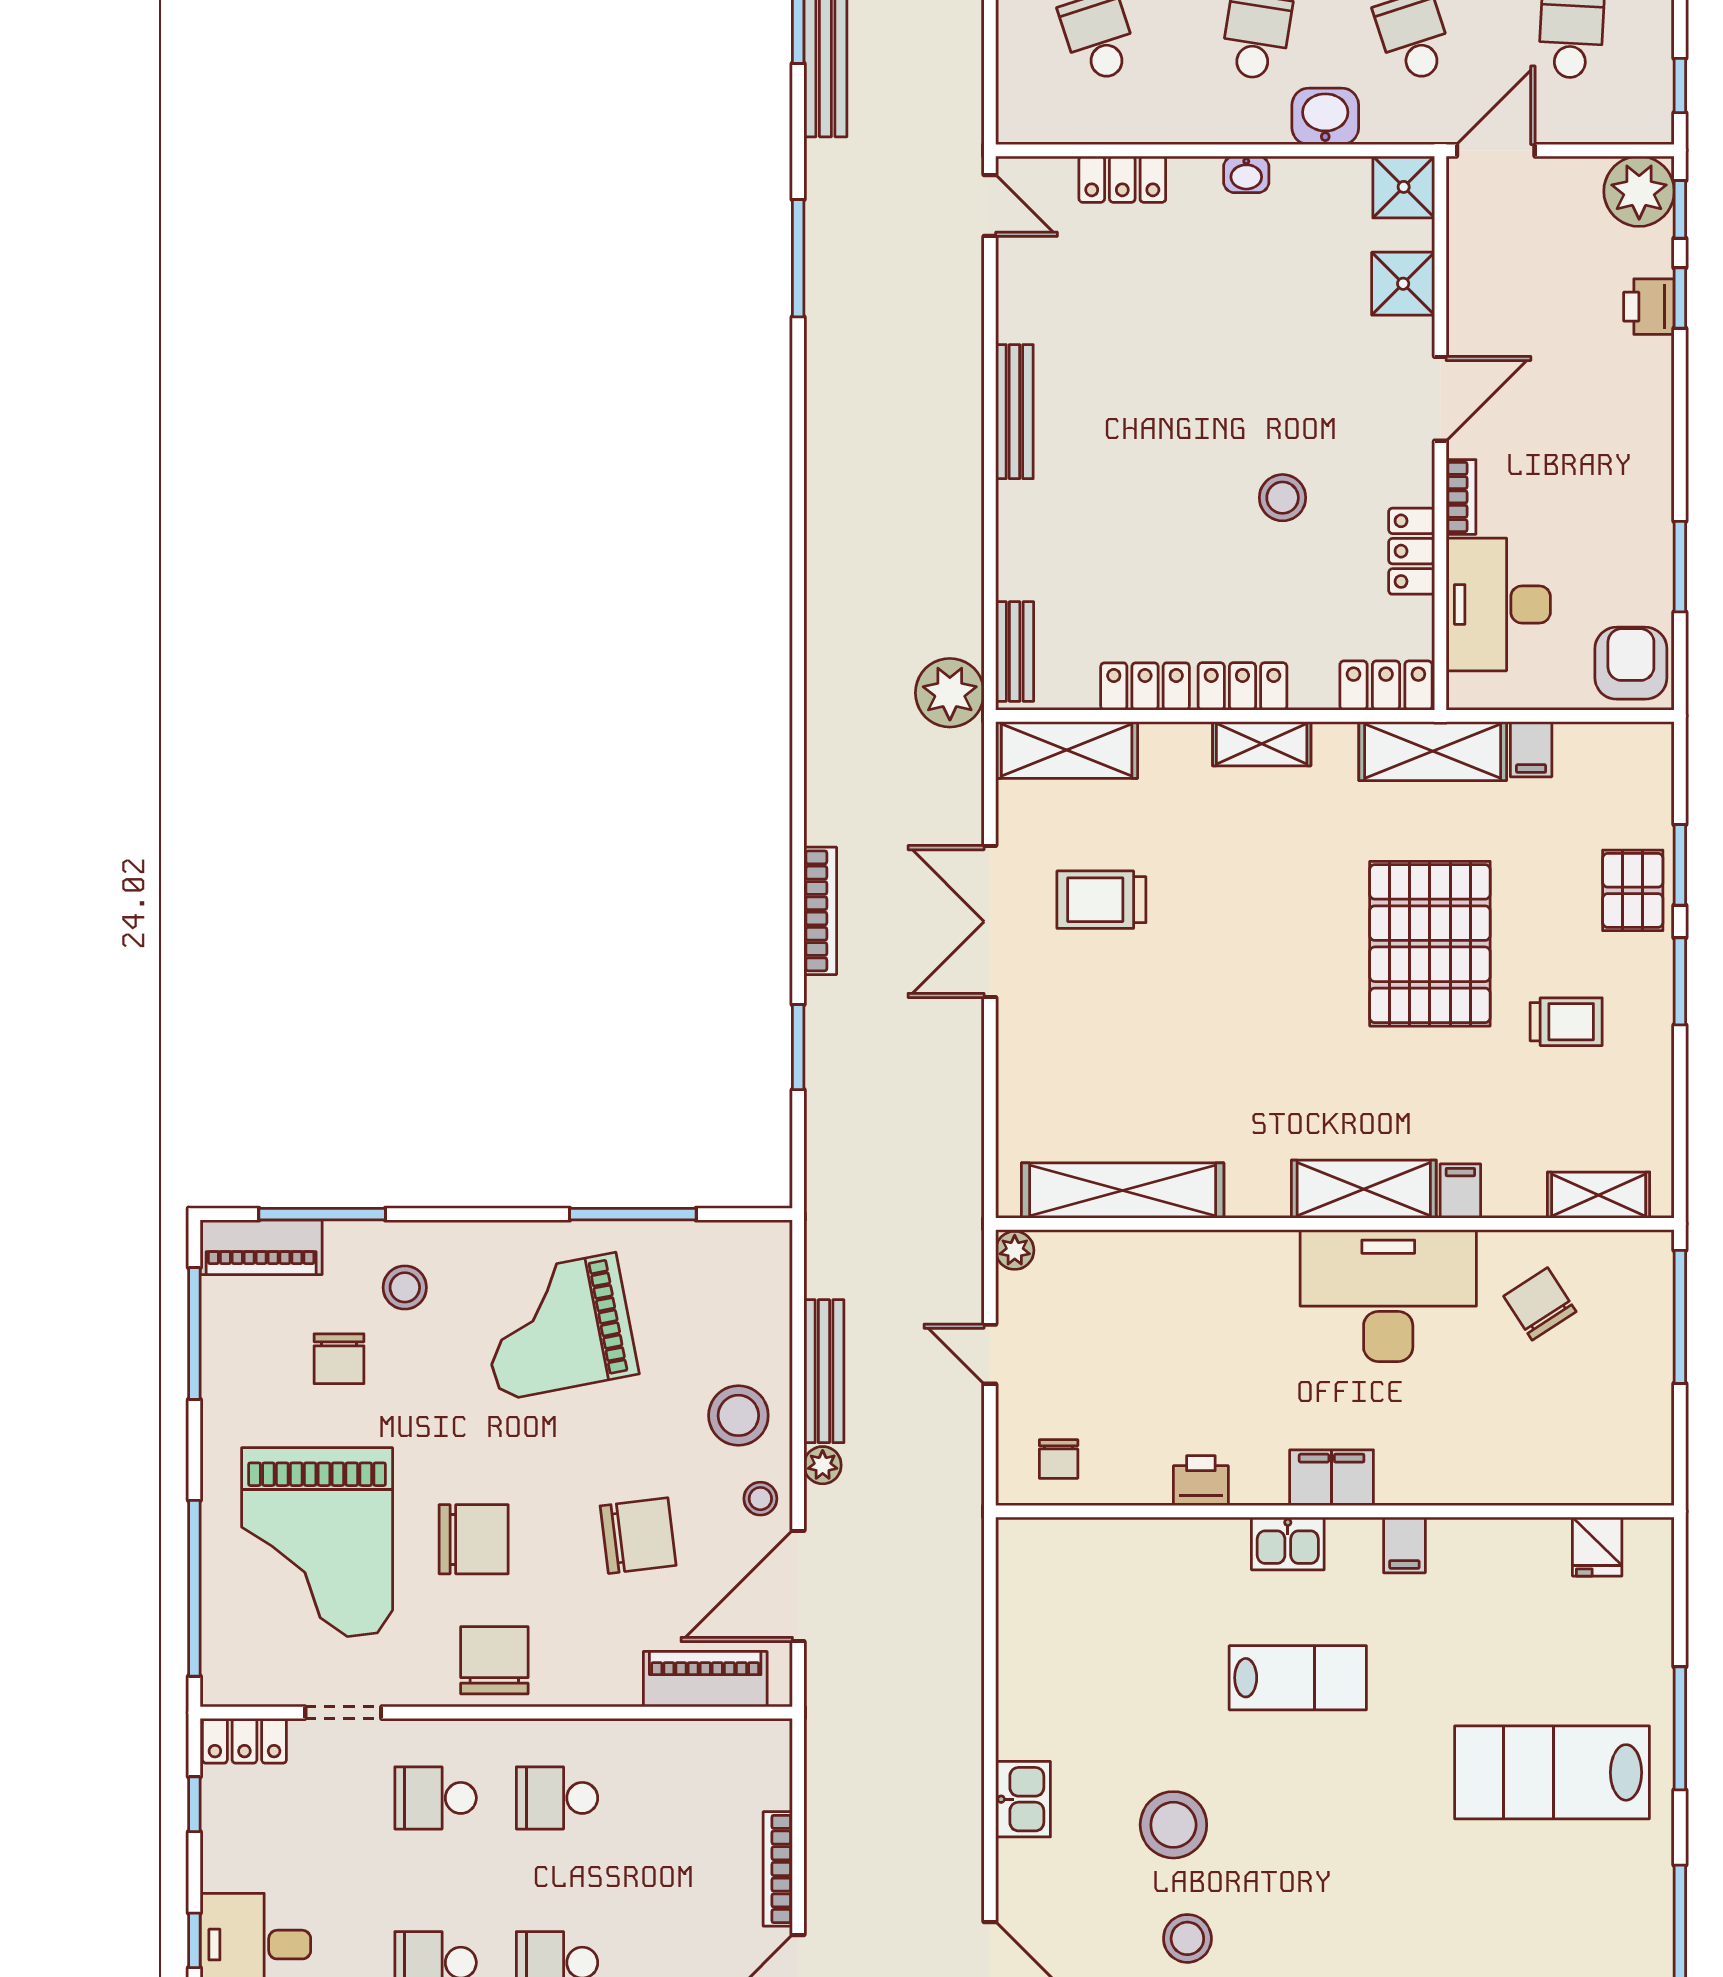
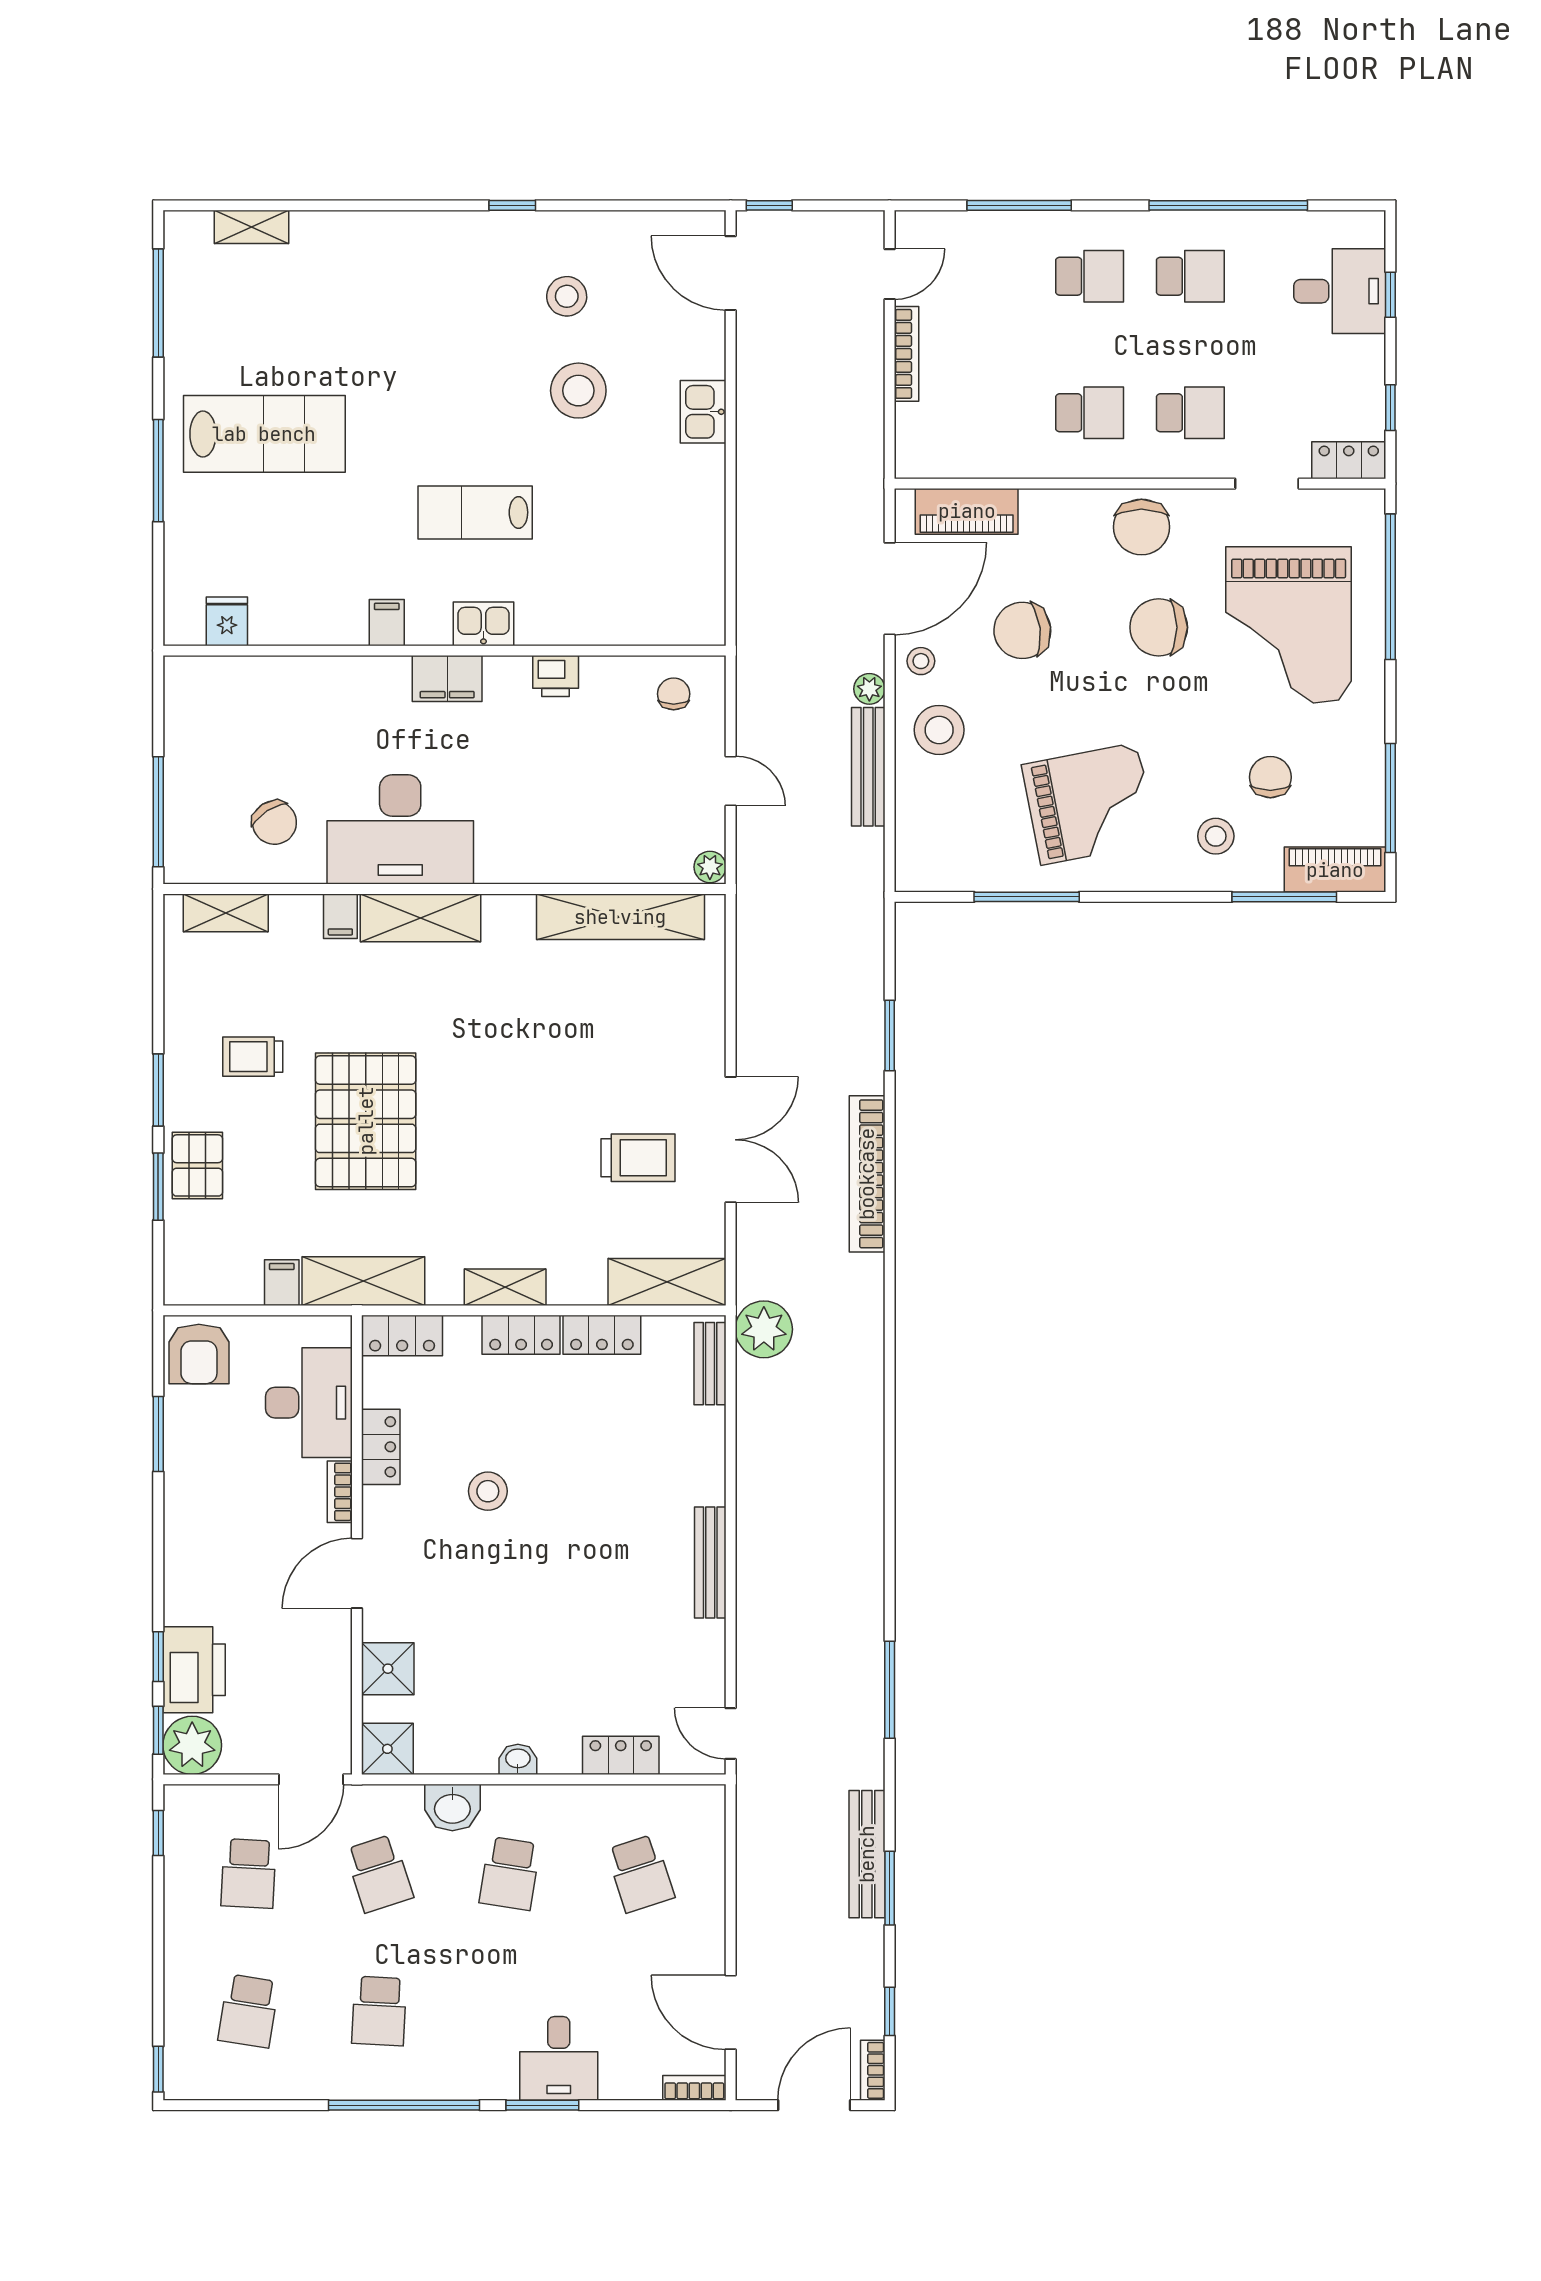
printer: (1649, 307) -> (194, 1670), width x1.87, depth x1.48
bookcase: (820, 911) -> (867, 1174), width x1.48, depth x1.31
grand piano: (317, 1542) -> (1289, 625), turned 180

